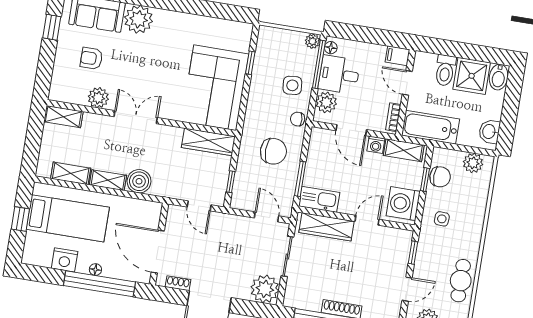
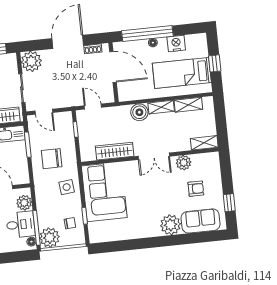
plant: (312, 41) -> (50, 237), width x1.88, depth x1.88
side table: (292, 85) -> (67, 187), moved
chair: (298, 119) -> (70, 223), moved
wardrobe: (208, 142) -> (115, 151), moved

